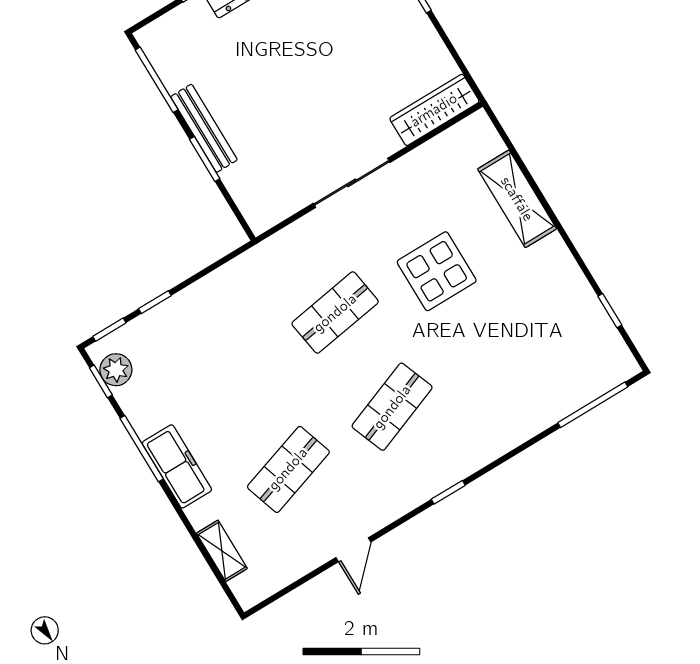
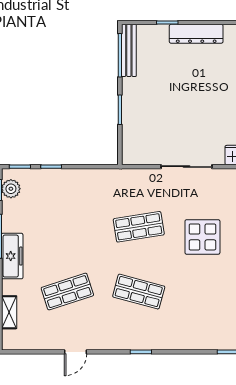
bench: (204, 128) -> (129, 50), moved
shop shelf: (392, 407) -> (139, 292), turned 36

